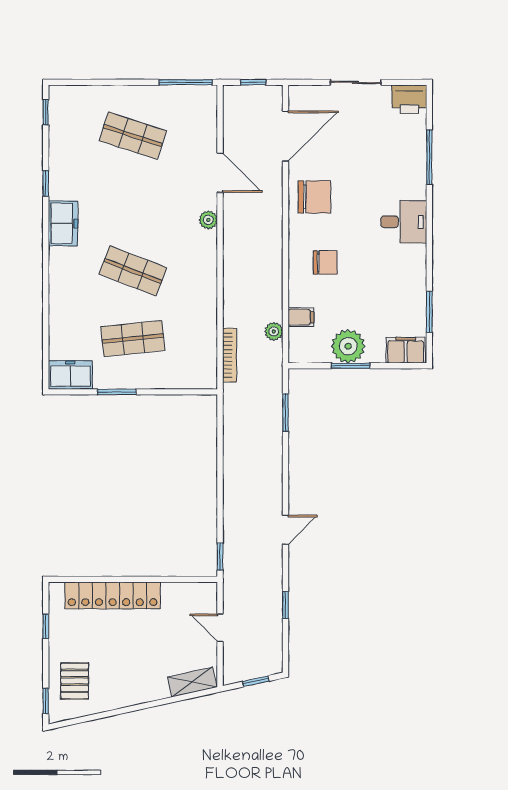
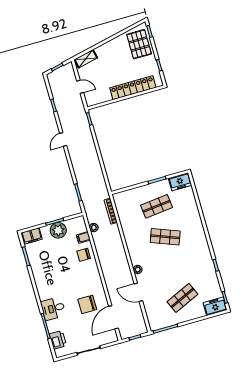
printer: (409, 99) -> (58, 340), moved, turned 90
shop shelf: (133, 136) -> (182, 298), turned -42
chair: (314, 197) -> (87, 304), moved
desk: (404, 222) -> (53, 309), moved
freezer: (63, 223) -> (215, 306), moved, turned 90
chair: (325, 262) -> (84, 255), moved
pallet: (75, 681) -> (139, 44), width x1.50, depth x1.42

